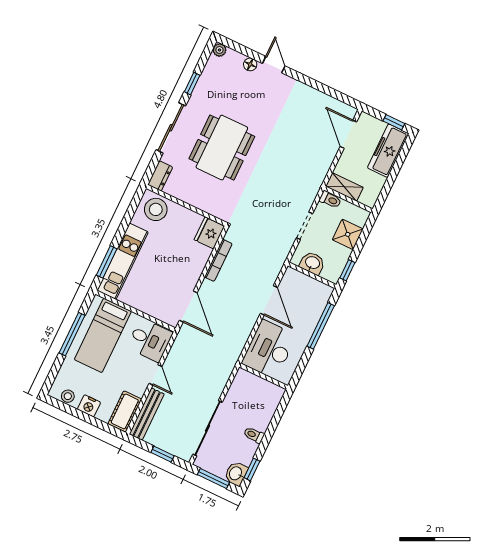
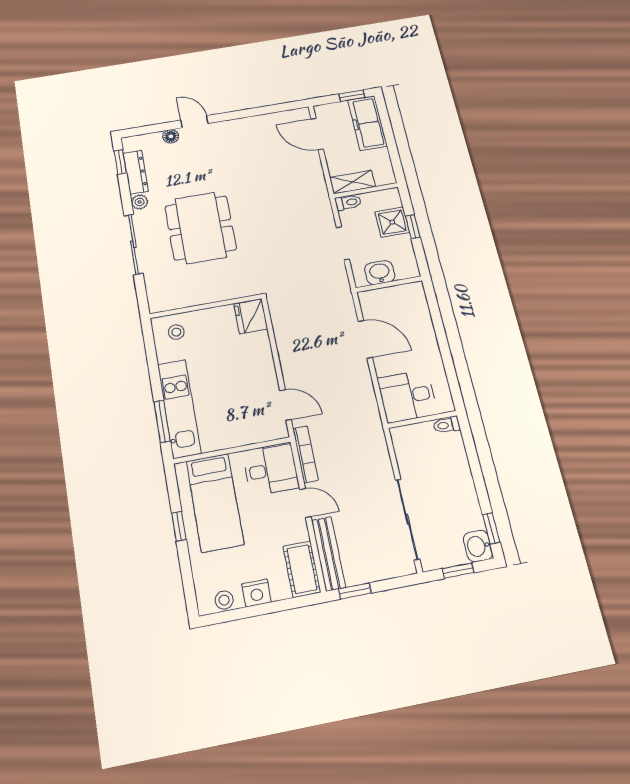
plant: (219, 50) -> (140, 202), moved
window: (192, 84) -> (120, 162), moved
dresser: (160, 176) -> (136, 172), moved, width x1.44
stool: (156, 209) -> (176, 332), width x0.53, depth x0.53
bookcase: (218, 260) -> (305, 454), moved
window: (347, 270) -> (413, 227), moved
door: (188, 306) -> (286, 405), width x0.73
window: (321, 326) -> (439, 327), removed
window: (72, 334) -> (179, 526), width x0.46
desk: (269, 349) -> (407, 396), width x0.73
toilet: (254, 435) -> (447, 425), moved
window: (163, 454) -> (355, 591), moved
window: (213, 479) -> (458, 571), width x0.67

